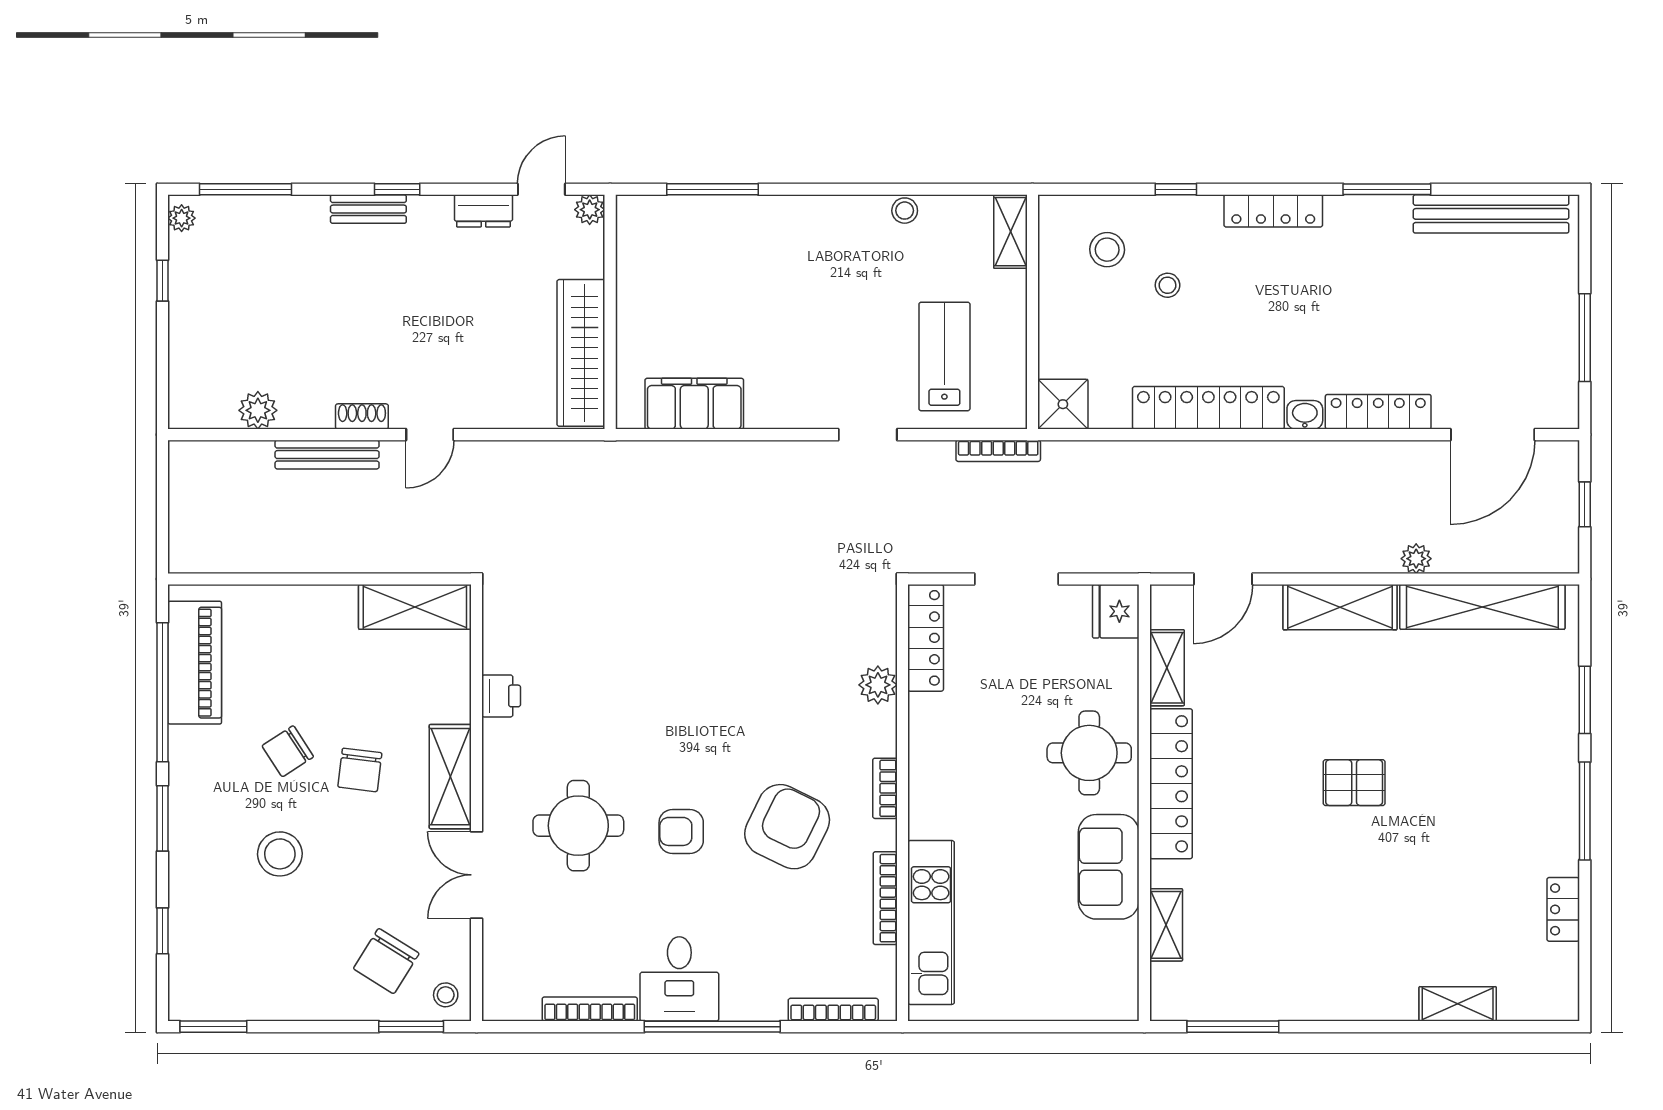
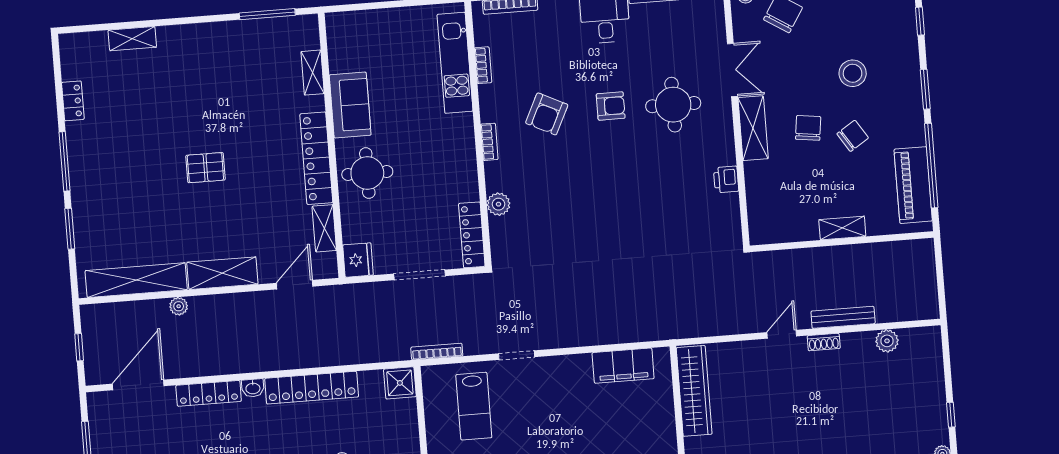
shelving: (415, 607) -> (842, 228), moved, width x0.67, depth x0.75
armchair: (787, 827) -> (547, 114), width x0.73, depth x0.73
bookcase: (885, 898) -> (483, 65), width x0.64

